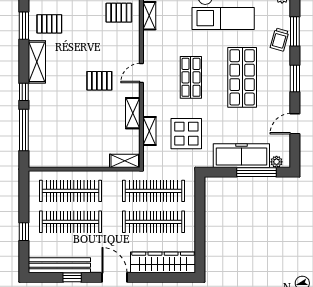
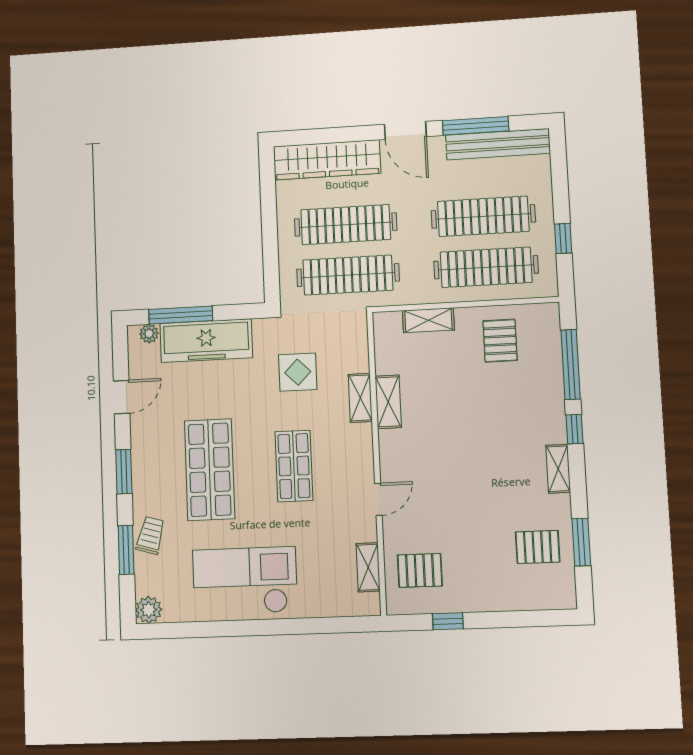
shelving: (37, 62) -> (558, 469), width x0.67, depth x0.75
door: (141, 73) -> (378, 499), moved
pallet: (99, 81) -> (500, 341), moved, turned 90
shelving: (149, 131) -> (360, 398), moved
display table: (186, 134) -> (298, 372), width x0.73, depth x0.73
shelving: (125, 161) -> (428, 320), moved
window: (24, 232) -> (563, 238), moved
window: (72, 277) -> (476, 126), width x2.17

